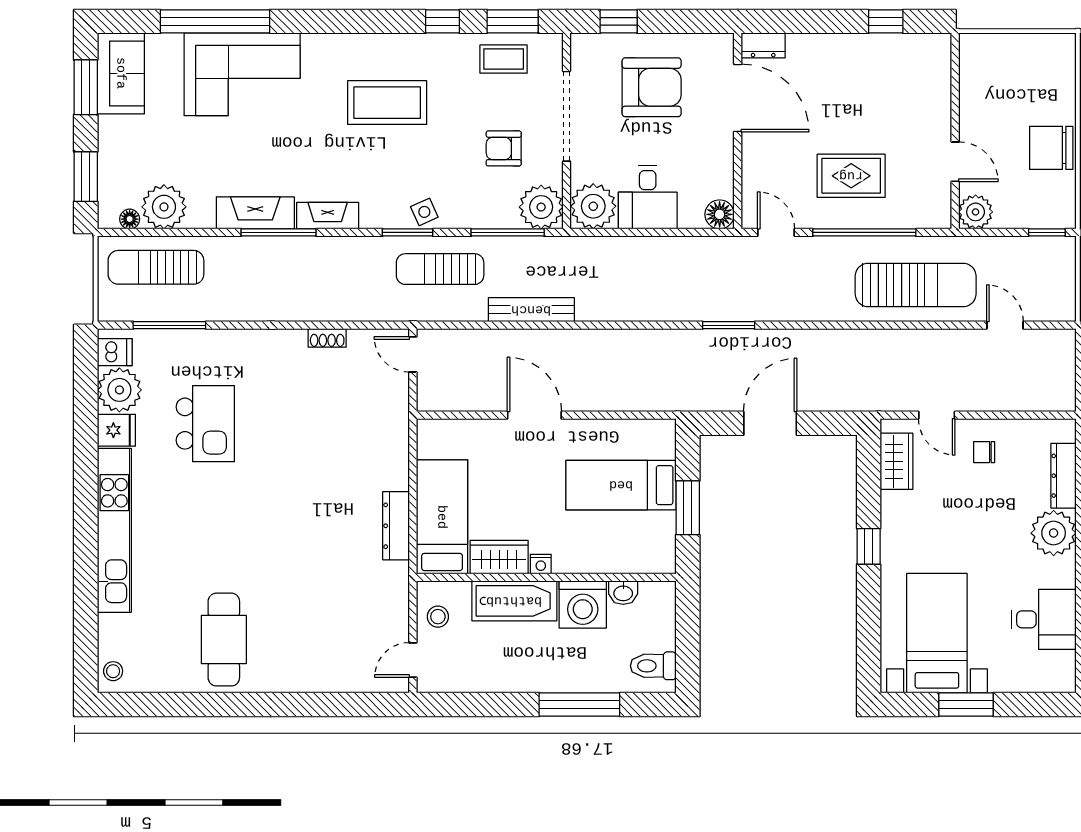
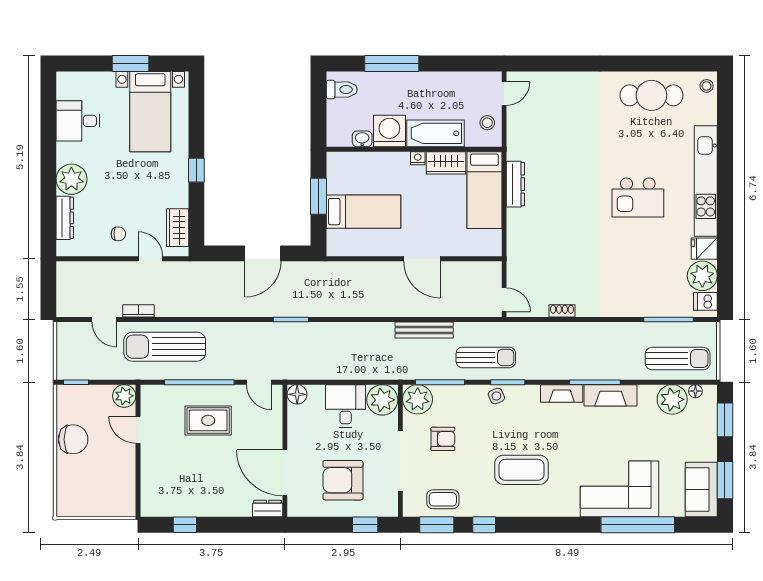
bookcase: (954, 338) -> (139, 311), added
kitchen island: (205, 424) -> (638, 198), moved, turned -90
cafe table: (224, 640) -> (651, 95), moved, turned 90

